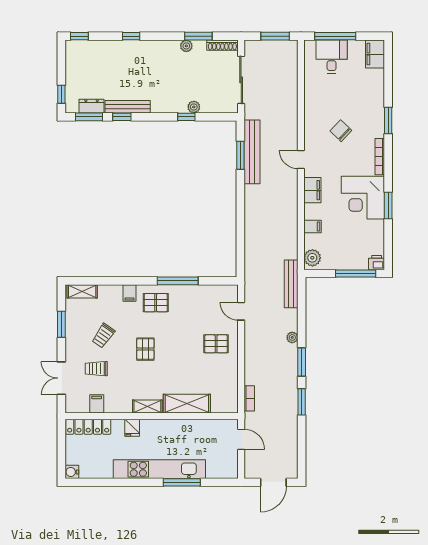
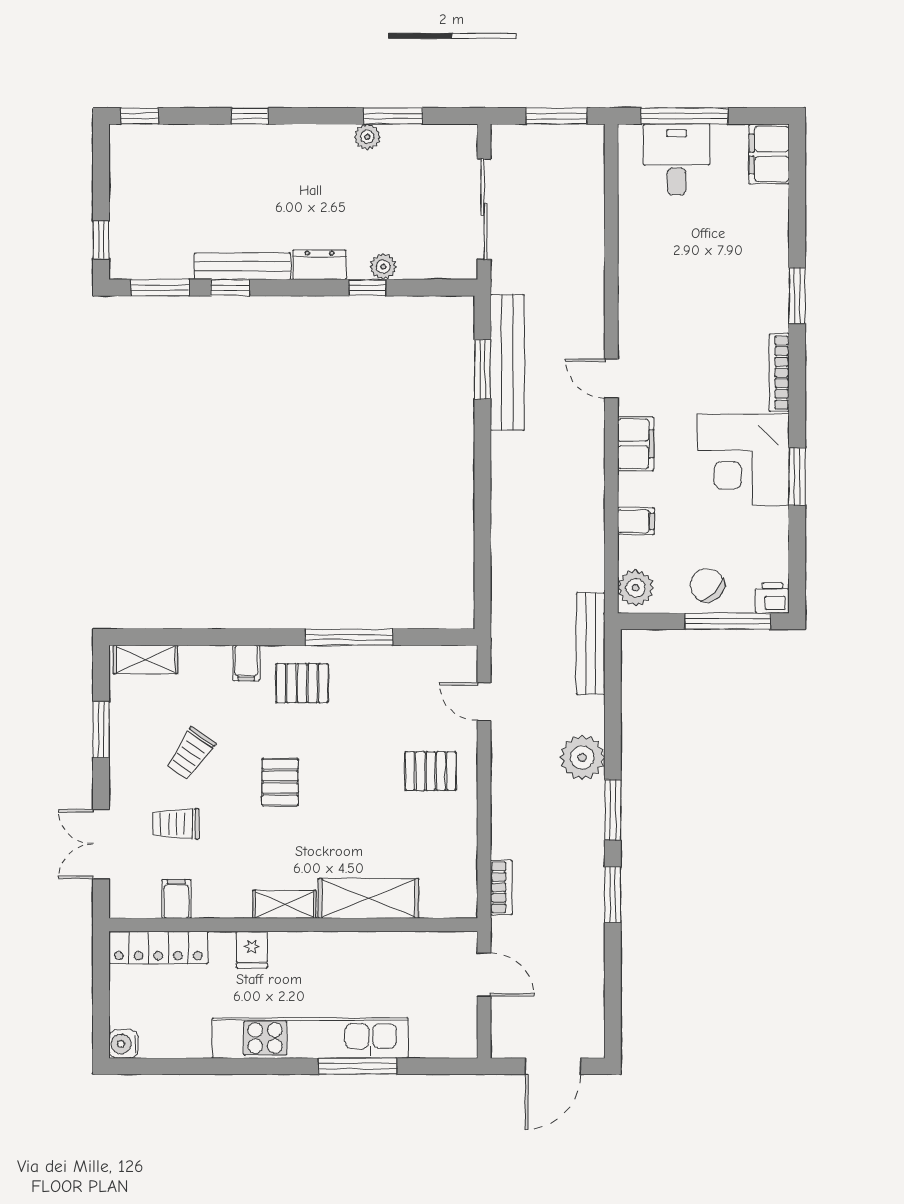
shoe rack: (222, 45) -> (444, 135), removed
dresser: (92, 106) -> (319, 265), moved
chair: (341, 131) -> (707, 585), moved
plant: (292, 337) -> (582, 757), width x1.88, depth x1.88

